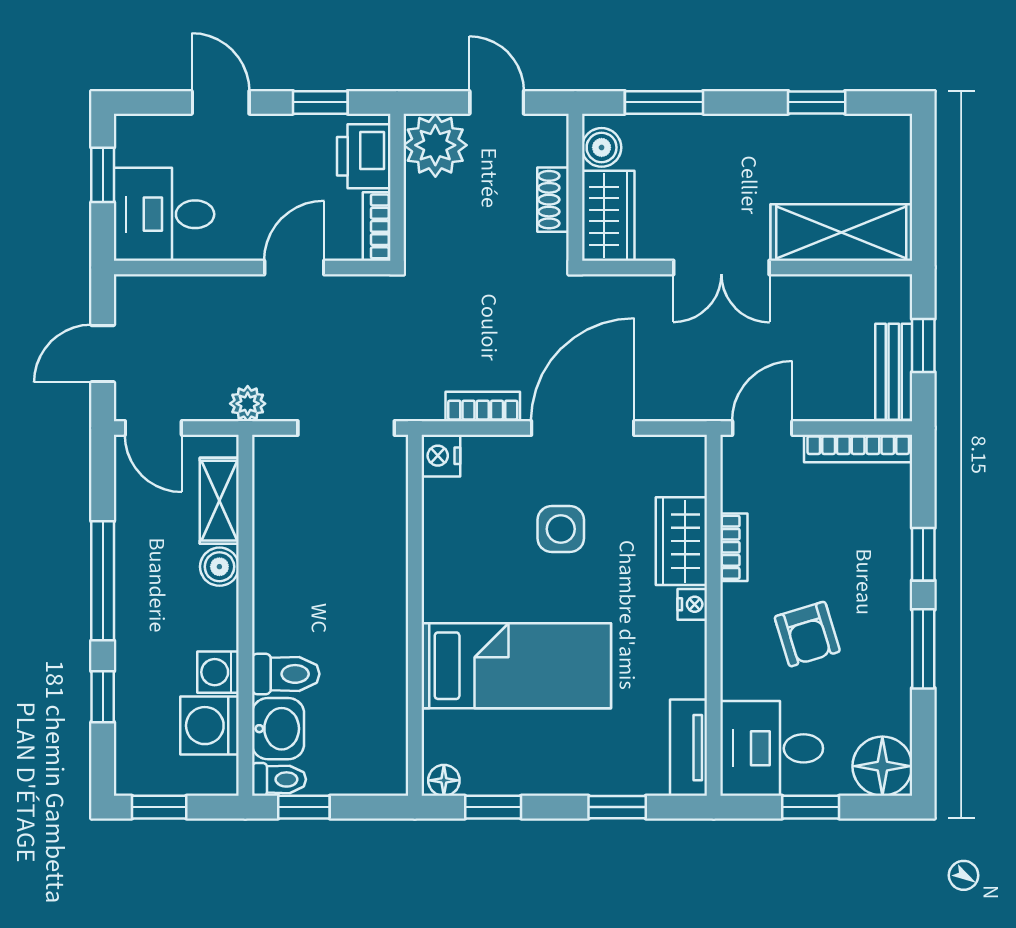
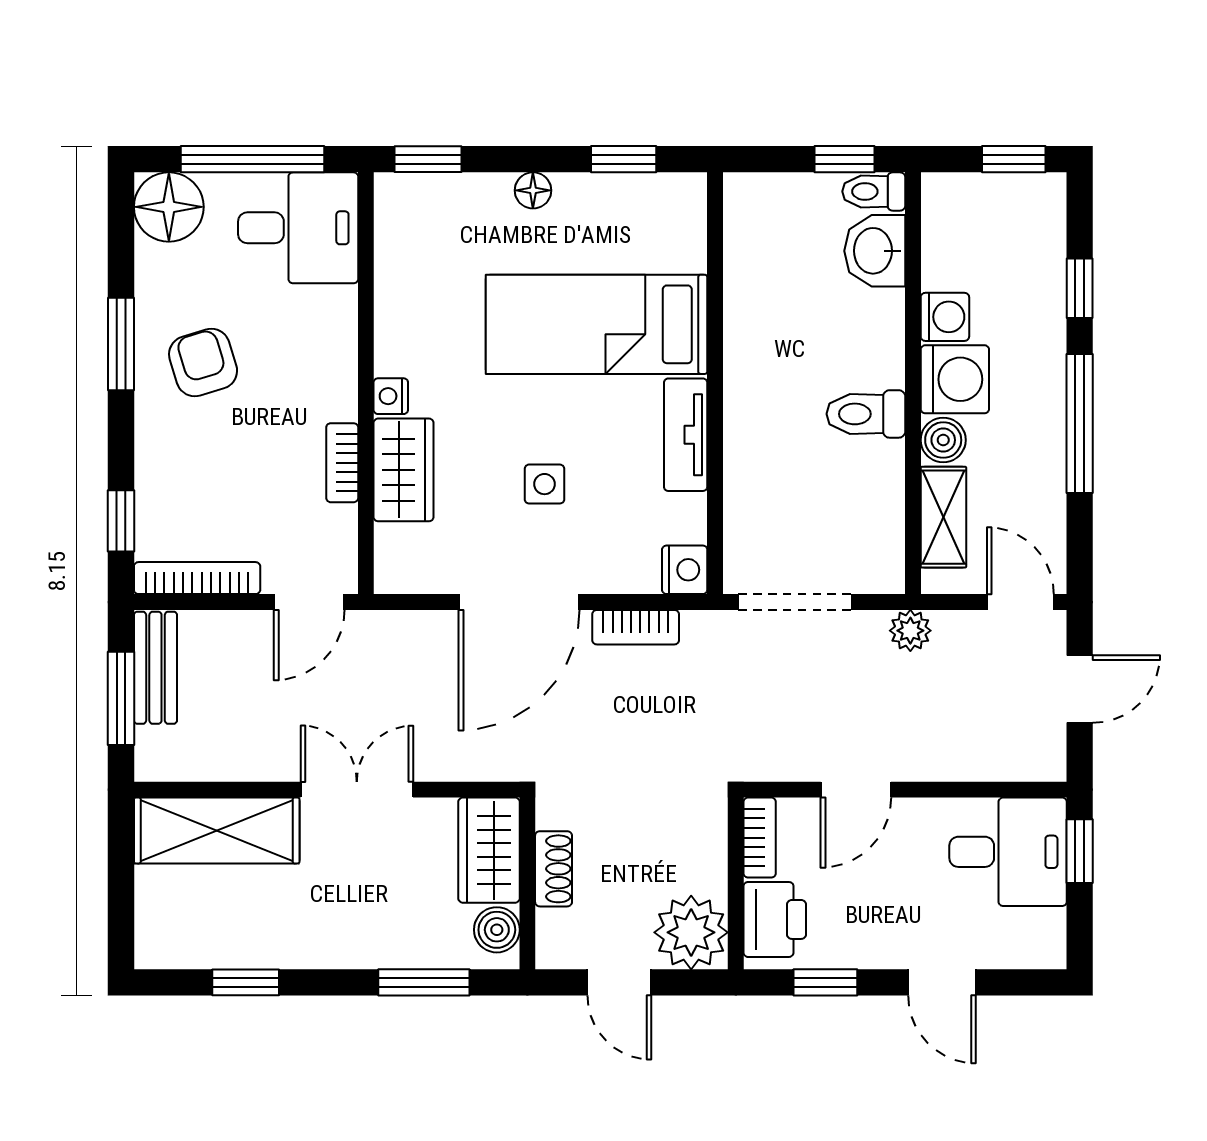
window: (103, 175) -> (1080, 851), moved
window: (923, 346) -> (121, 698), width x1.50
side table: (561, 529) -> (544, 484), width x0.73, depth x0.73
window: (923, 554) -> (121, 521), moved
armchair: (807, 634) -> (203, 363), moved
toilet: (286, 674) -> (866, 414), moved
washing machine: (209, 726) -> (955, 379), moved
tv unit: (689, 748) -> (686, 435), moved, turned 180
floor lamp: (444, 780) -> (533, 190), moved
window: (617, 807) -> (428, 159), moved
window: (811, 807) -> (253, 159), width x2.17

